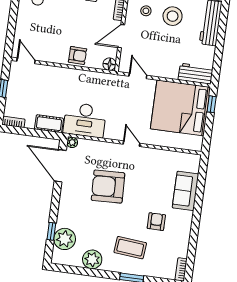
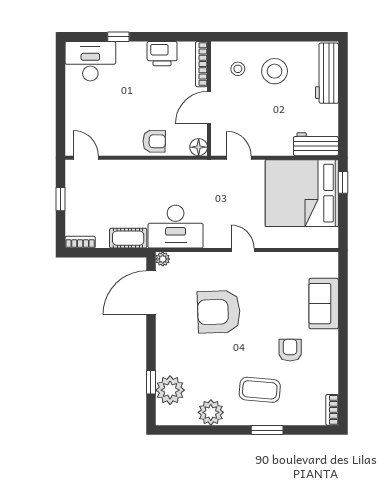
door: (60, 166) -> (151, 293), hinge flipped

